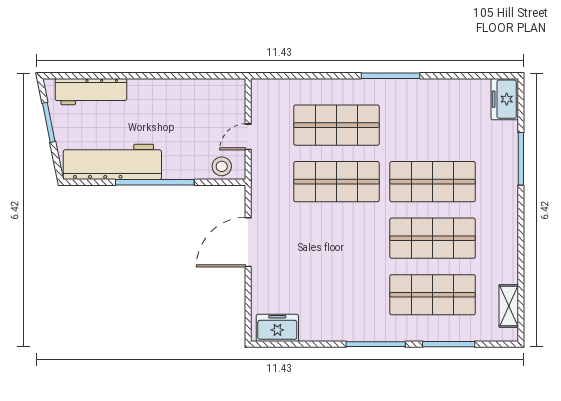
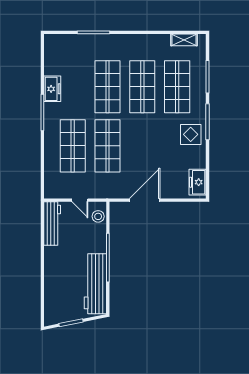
workbench: (91, 92) -> (52, 224), moved
freezer: (505, 99) -> (52, 89), moved, turned -90
door: (248, 242) -> (145, 200), swing flipped
display table: (355, 317) -> (191, 134), added

